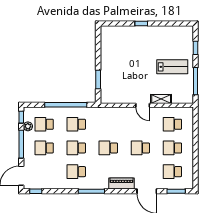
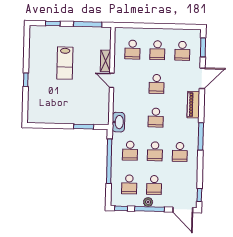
lab bench: (172, 67) -> (65, 63), moved, turned 180
door: (143, 105) -> (112, 80), swing flipped
washbasin: (103, 113) -> (118, 122), added
plant: (28, 126) -> (148, 202), moved

